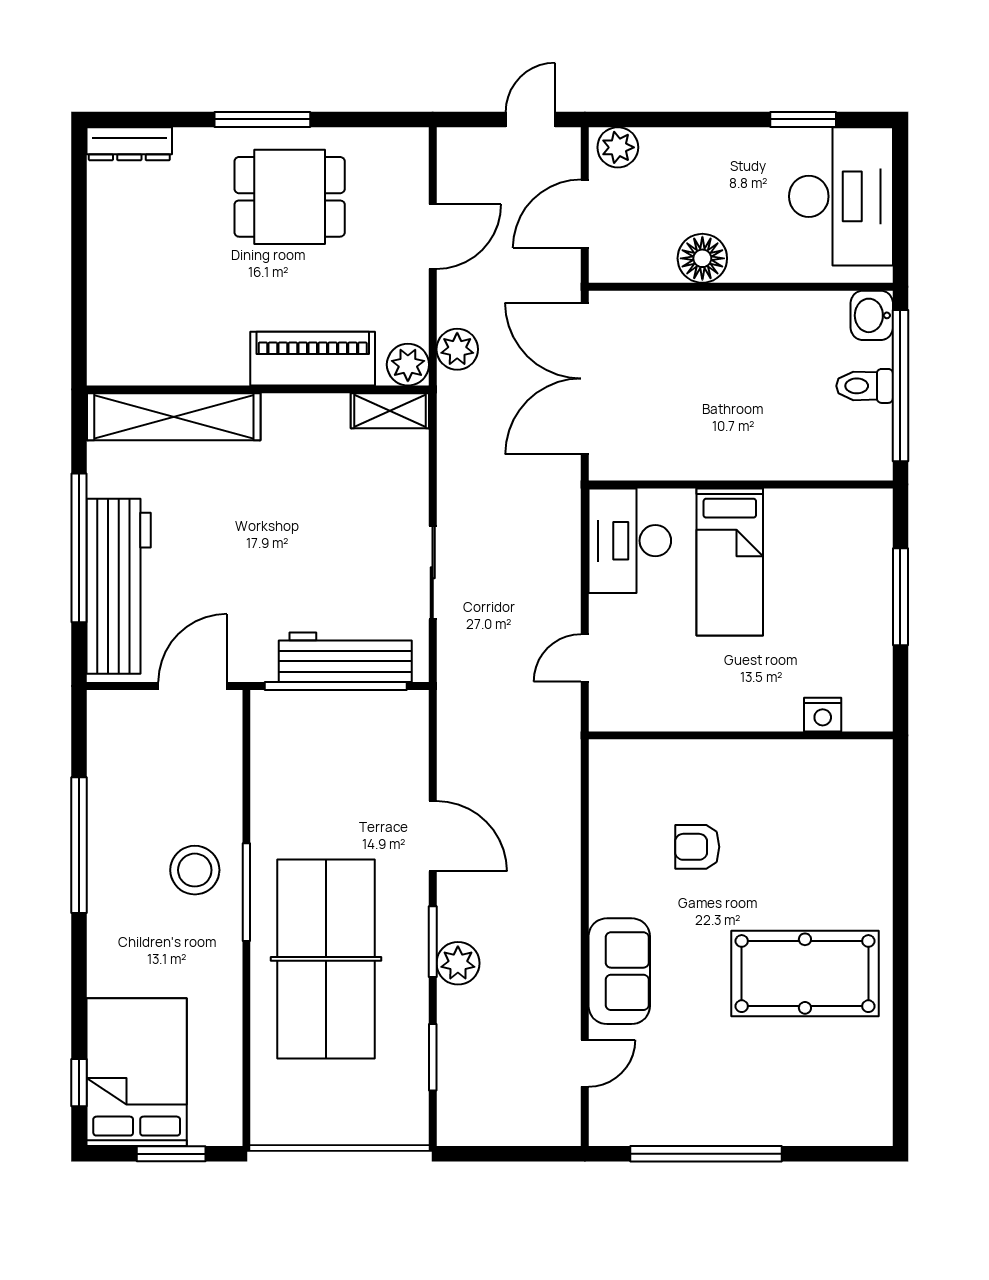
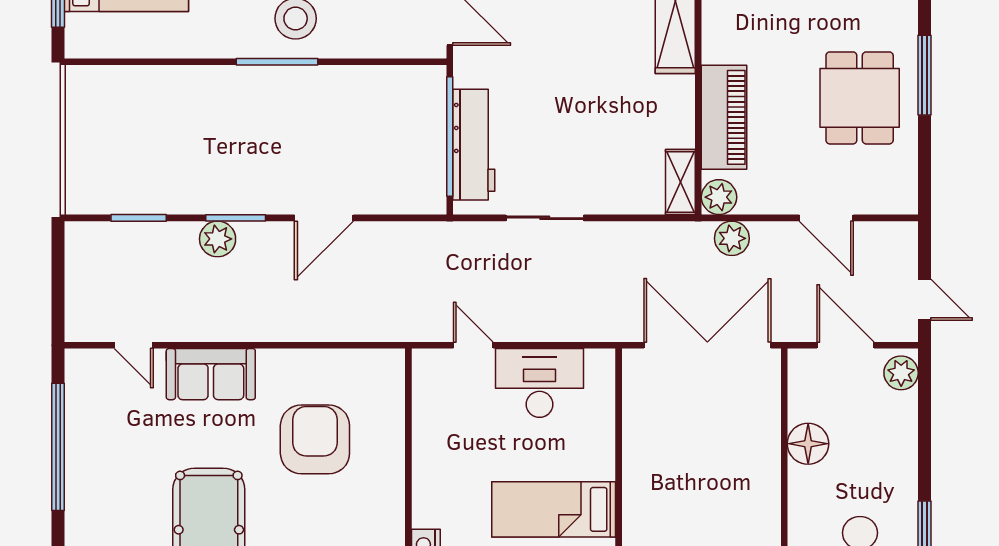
desk: (630, 541) -> (540, 383), moved
bed: (730, 562) -> (554, 509), moved
armchair: (697, 847) -> (315, 439), width x1.88, depth x1.88
table tennis table: (326, 959) -> (221, 128), removed

